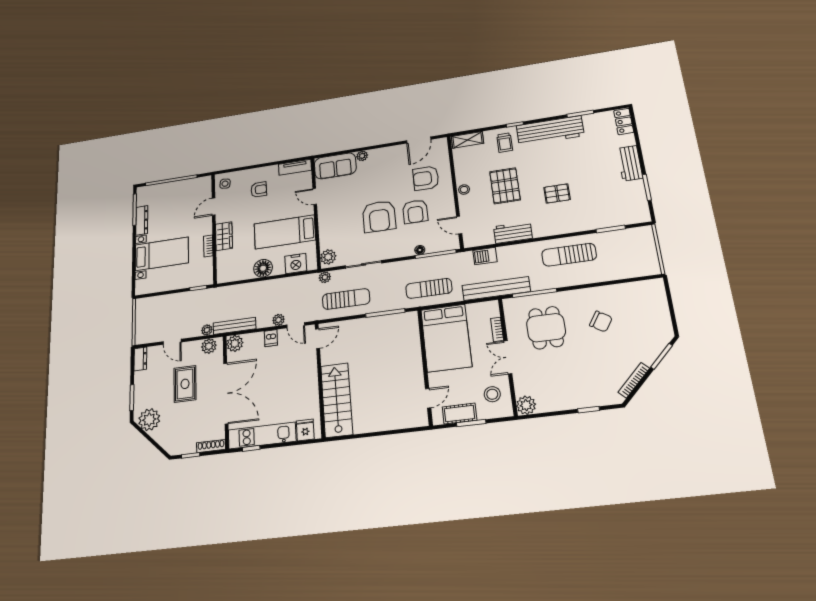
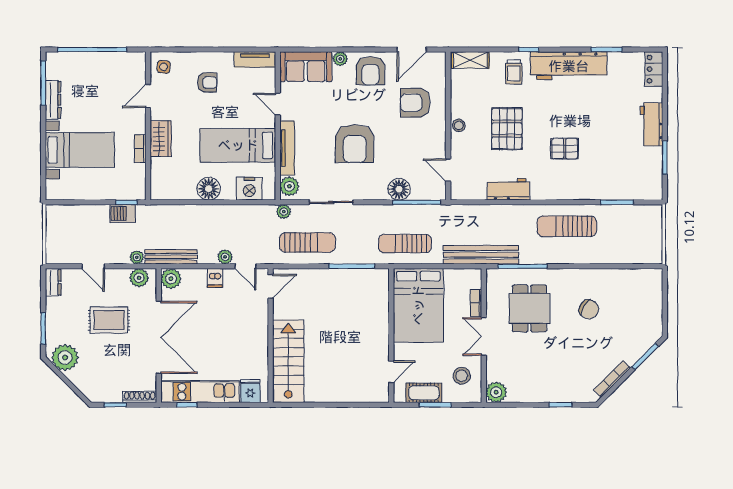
armchair: (415, 212) -> (370, 71), moved
tv unit: (324, 228) -> (287, 148), added
floor lamp: (420, 250) -> (399, 189), width x1.89, depth x1.89
barbecue: (485, 256) -> (123, 214), moved
rug: (185, 384) -> (109, 320), turned 90

